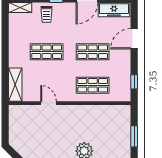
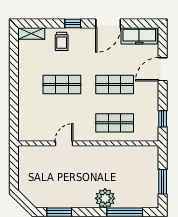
shelving: (15, 85) -> (26, 122), removed
door: (48, 103) -> (64, 143), hinge flipped

